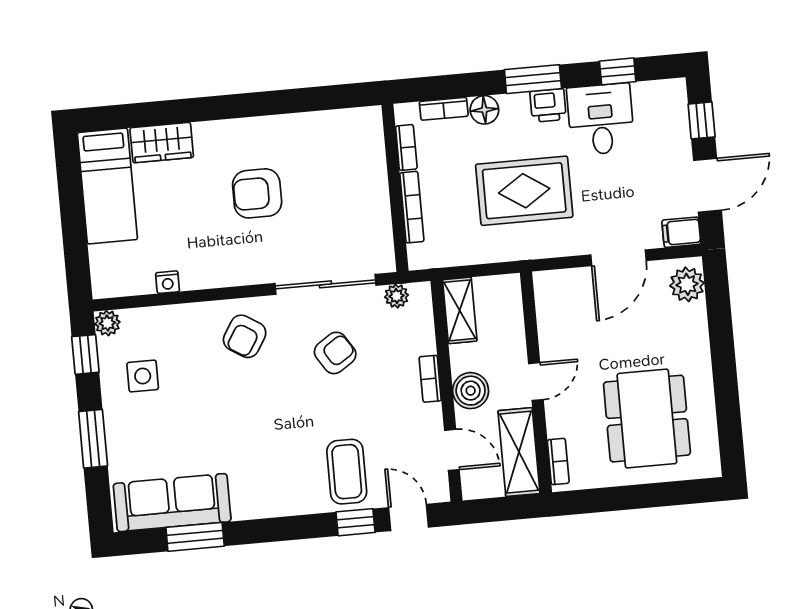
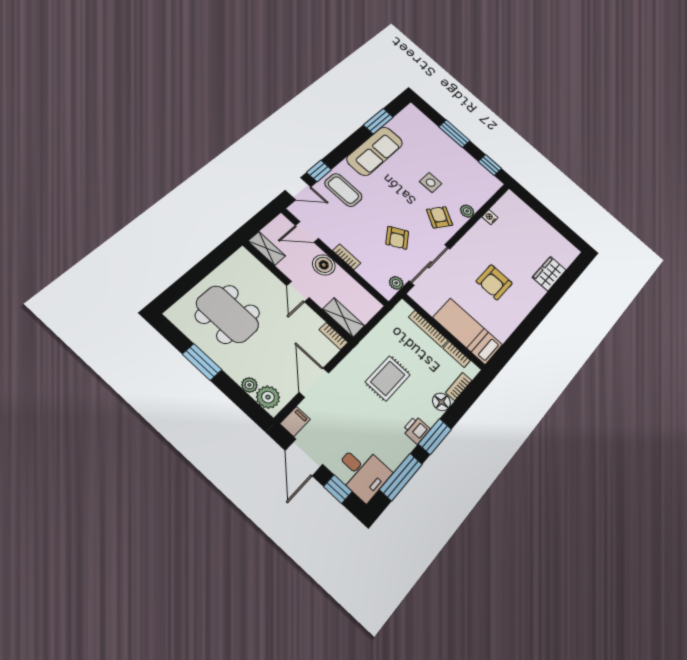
window: (618, 71) -> (401, 477), width x2.17
desk: (601, 119) -> (362, 472), moved
bed: (107, 186) -> (468, 331), moved
rug: (524, 191) -> (388, 378), width x0.73, depth x0.70
armchair: (257, 193) -> (494, 282), turned 180
shelving: (460, 310) -> (344, 317), moved
plant: (696, 315) -> (249, 385), added
plant: (107, 323) -> (467, 211), moved
side table: (143, 376) -> (431, 183), moved
window: (726, 384) -> (202, 362), added
shelving: (519, 452) -> (267, 248), width x0.67, depth x0.75
bookcase: (558, 461) -> (334, 336), moved
sofa: (172, 503) -> (375, 151), moved

